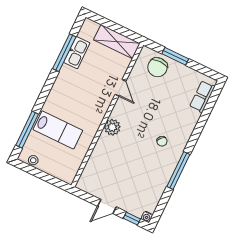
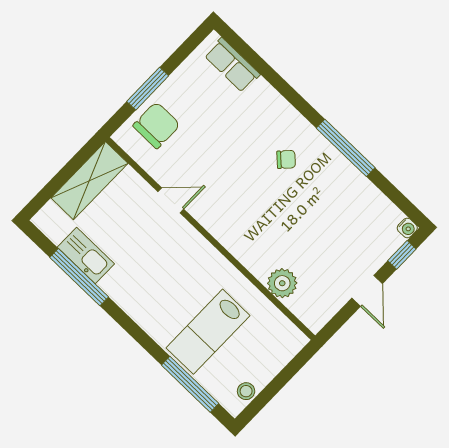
chair: (157, 67) -> (157, 125), turned -90
plant: (112, 127) -> (282, 283), moved
lab bench: (58, 130) -> (208, 332), turned 180

